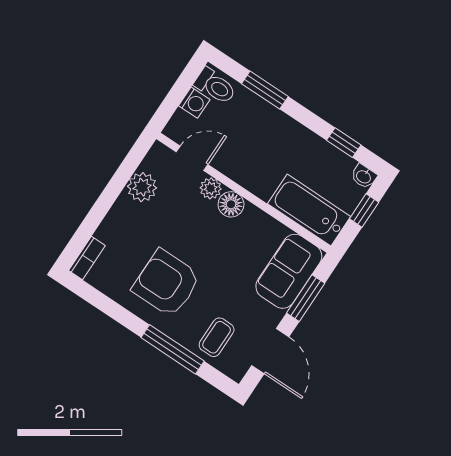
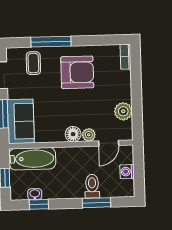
toilet: (215, 86) -> (92, 186), moved, turned 90
washbasin: (364, 176) -> (35, 194), moved

